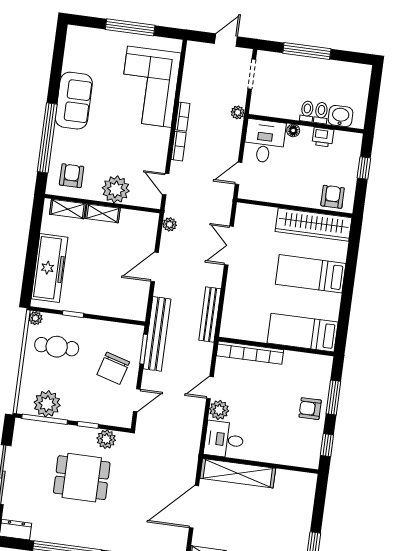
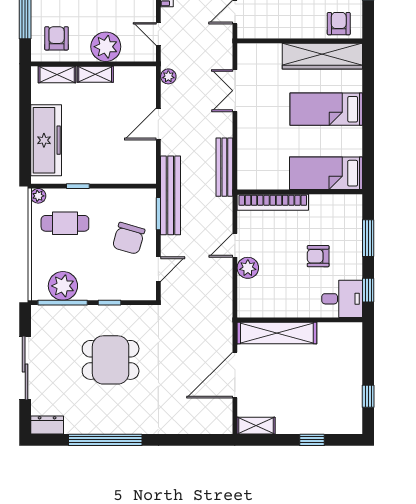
armchair: (310, 409) -> (318, 256), moved
plant: (106, 439) -> (131, 315), removed
desk: (224, 440) -> (342, 299), moved, turned 180

